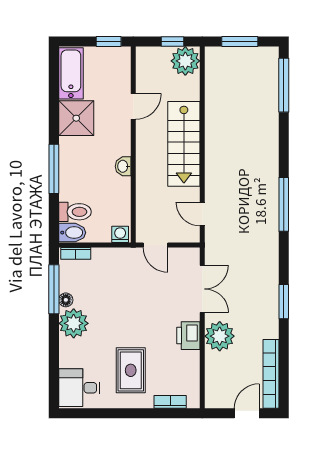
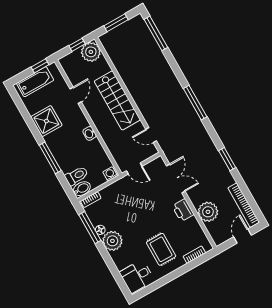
bathtub: (71, 73) -> (35, 82), moved, turned 90
plant: (220, 336) -> (208, 212), moved

